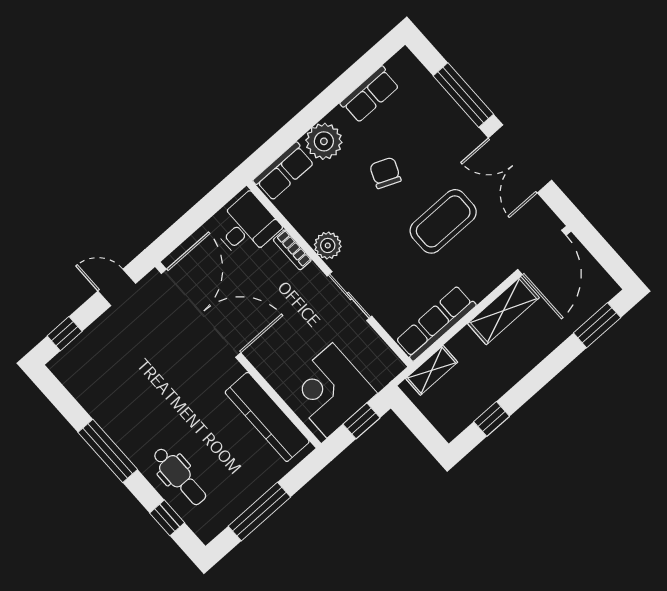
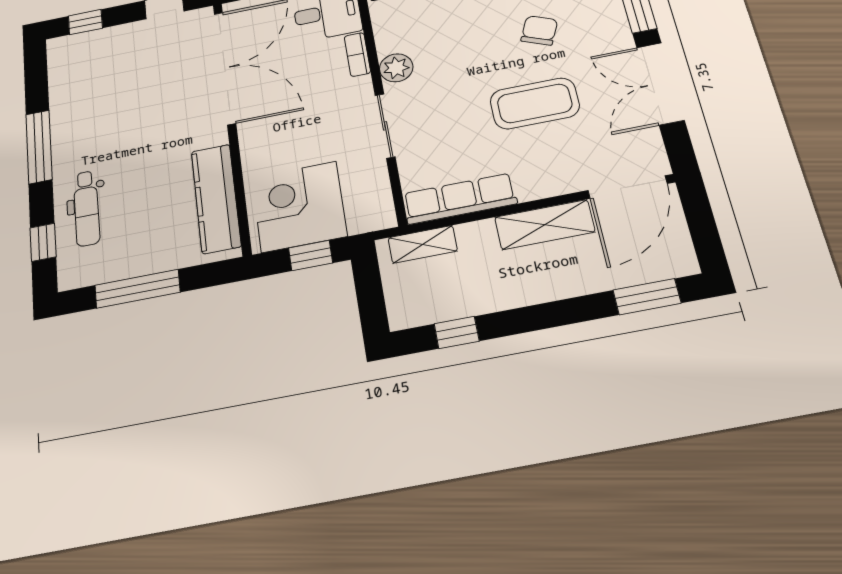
chair: (385, 173) -> (539, 30), moved

